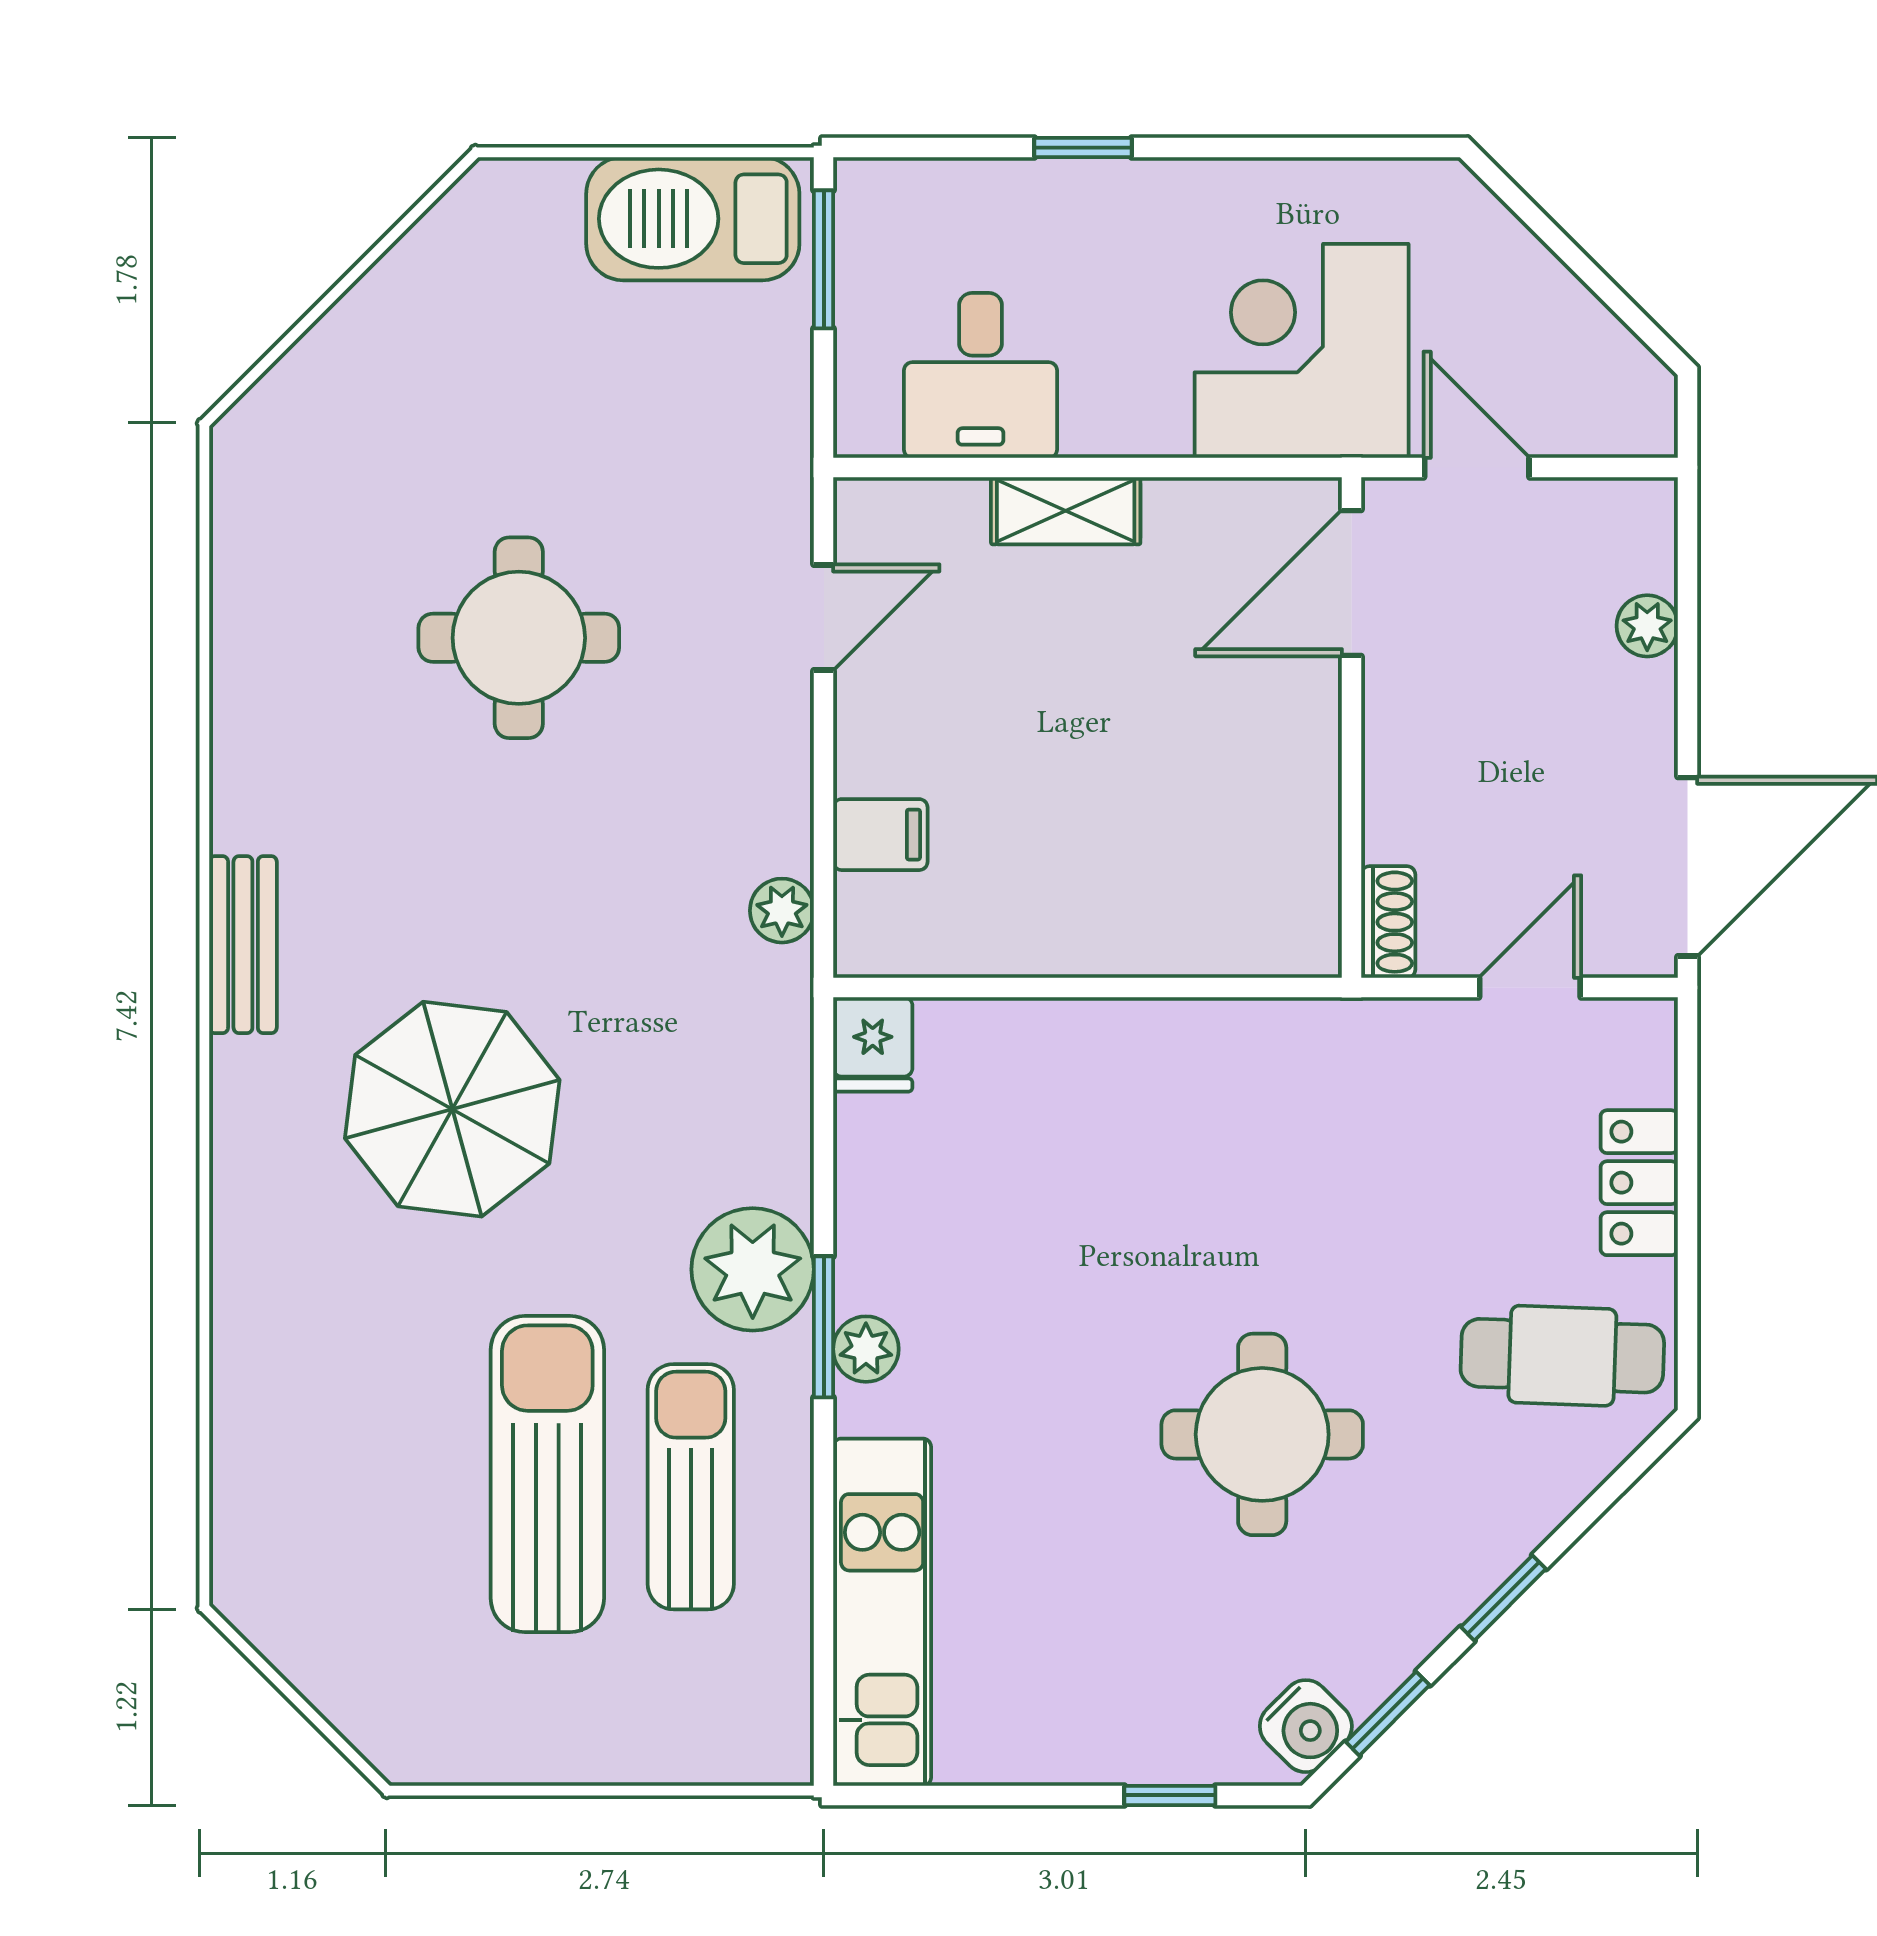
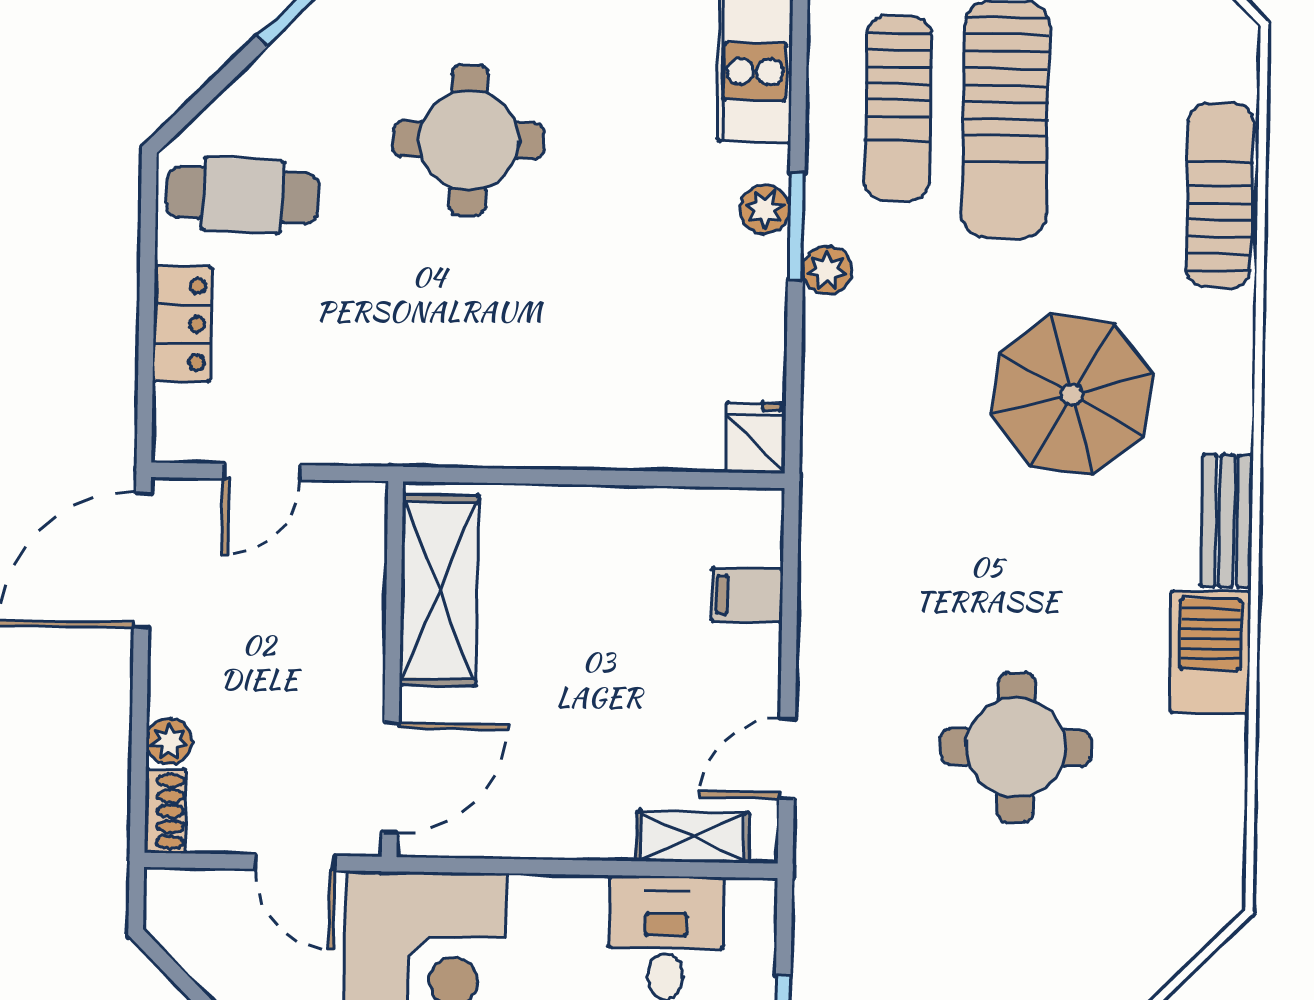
shelving: (1066, 511) -> (693, 837), moved
barbecue: (262, 769) -> (1210, 652), added
shelving: (1291, 834) -> (439, 590), added
plant: (782, 911) -> (822, 539), removed
shoe rack: (1388, 922) -> (165, 811), moved, turned 180
plant: (753, 1269) -> (827, 270), width x0.53, depth x0.53
sun lounger: (260, 1378) -> (1219, 195), added

